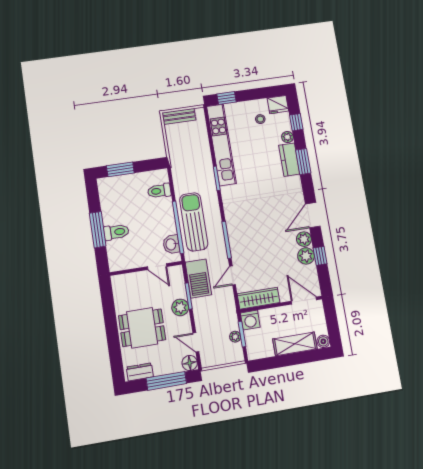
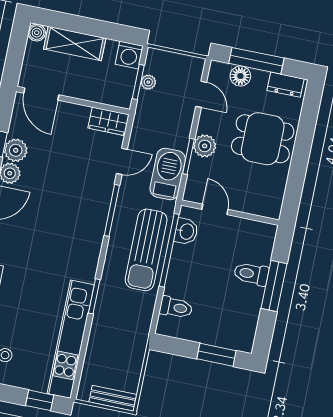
wardrobe: (258, 298) -> (109, 121), width x0.67
washing machine: (250, 320) -> (129, 55), moved, turned 180
floor lamp: (190, 363) -> (240, 76), moved

